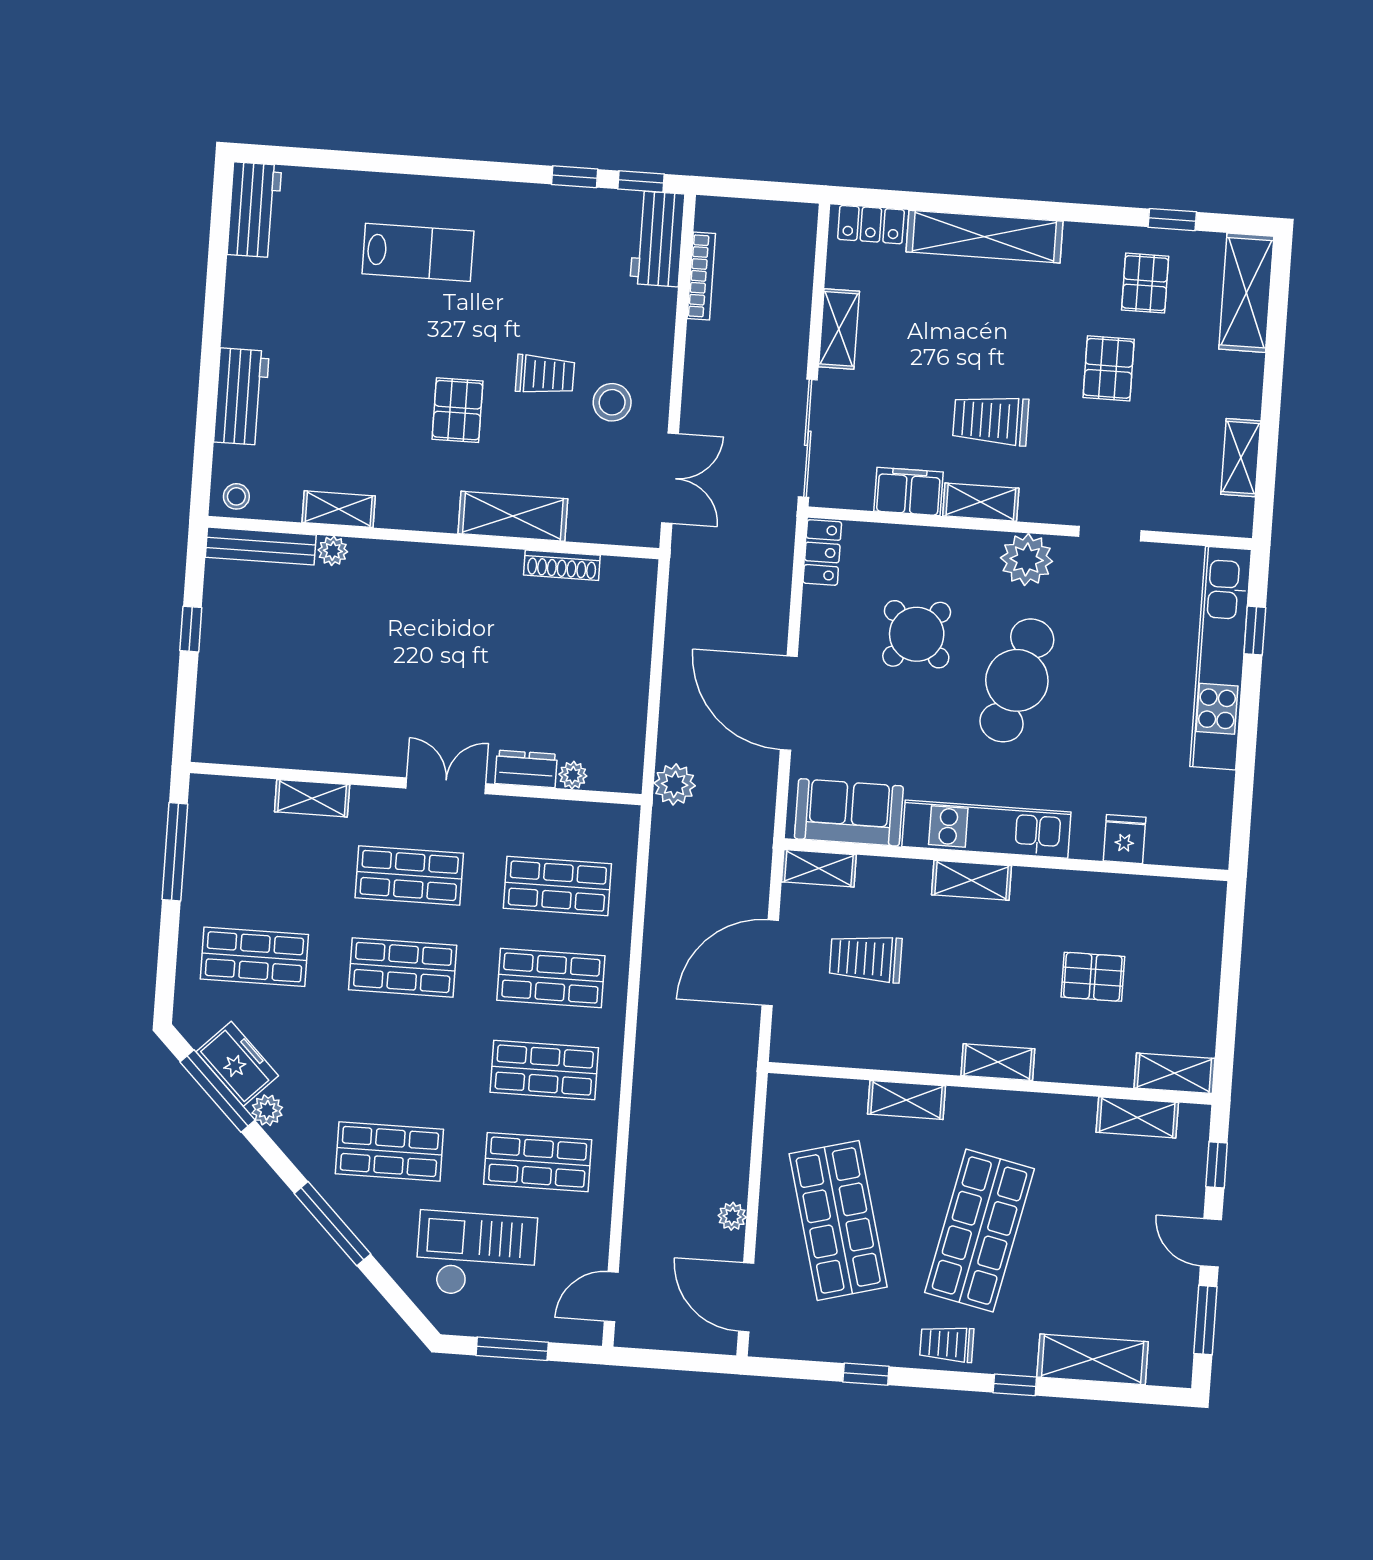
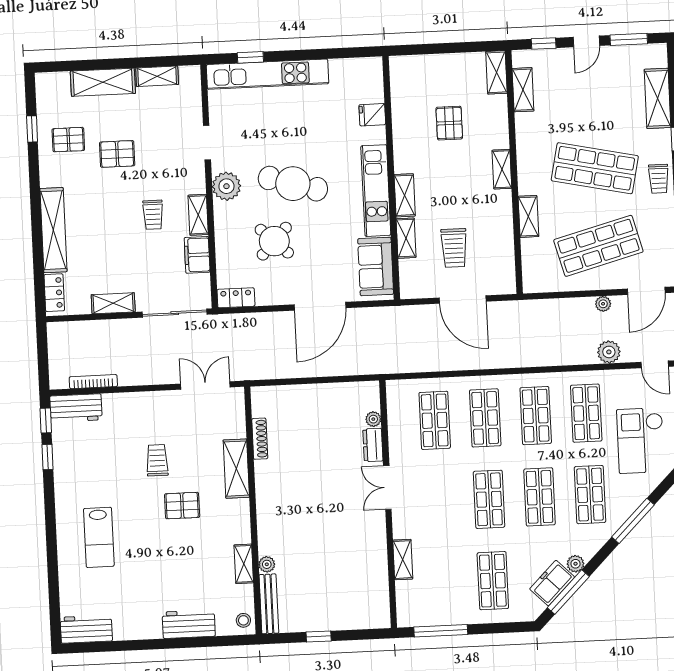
lab bench: (418, 252) -> (99, 537), turned 180
shelving: (1246, 293) -> (103, 82), moved
stool: (612, 402) -> (168, 422), removed
trolley: (991, 420) -> (153, 215), width x0.73, depth x0.72
plant: (675, 784) -> (609, 352), moved
shelving: (819, 868) -> (406, 238), moved
shop shelf: (409, 875) -> (540, 497), moved

